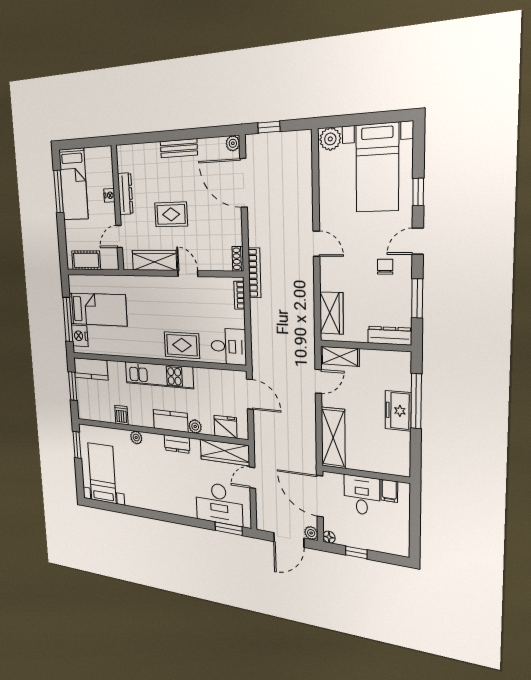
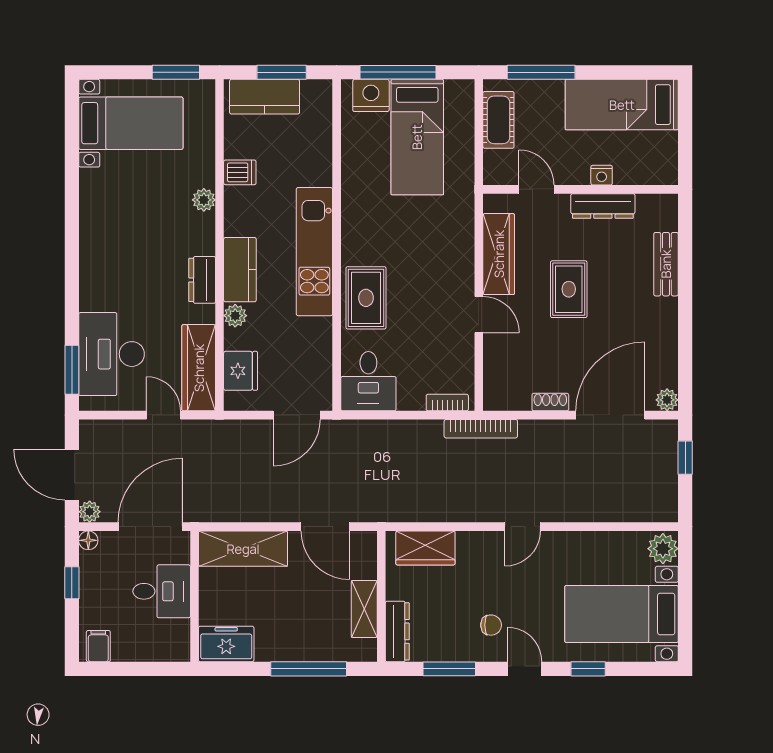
bench: (179, 148) -> (666, 264), moved
window: (59, 192) -> (541, 72), moved
shoe rack: (238, 259) -> (550, 402), moved
door: (188, 273) -> (479, 314), hinge flipped
shelving: (340, 356) -> (364, 609), moved
kitchen counter: (91, 369) -> (265, 97), moved, turned -90
door: (318, 381) -> (325, 527), width x1.38
freezer: (398, 411) -> (226, 644), moved
filing cabinet: (389, 491) -> (98, 646), moved, turned 90

